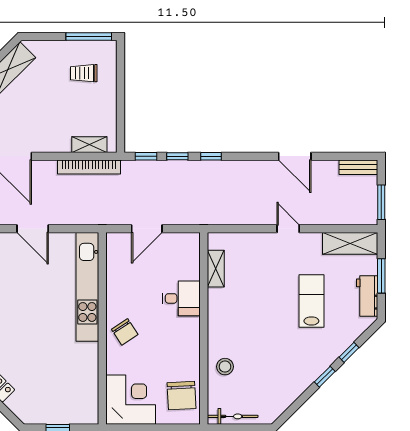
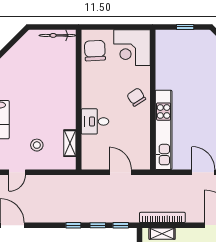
door: (147, 229) -> (120, 172), hinge flipped
door: (288, 229) -> (17, 172), hinge flipped
stool: (225, 367) -> (37, 145), moved

